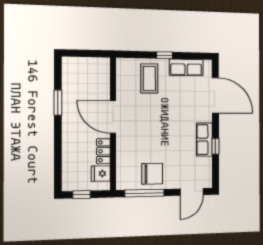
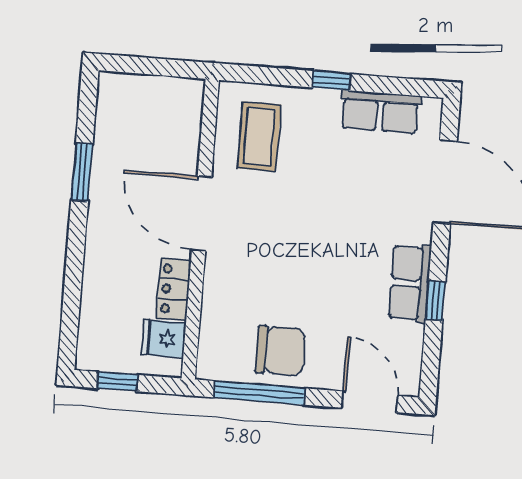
coffee table: (149, 78) -> (259, 136), moved
door: (192, 192) -> (370, 402), swing flipped

